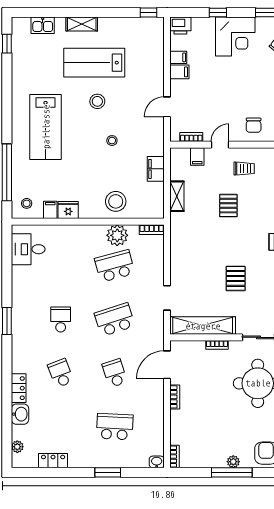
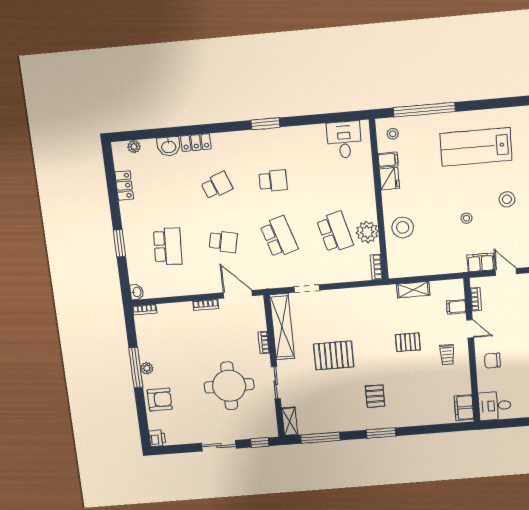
filing cabinet: (156, 169) -> (481, 262), moved
pallet: (236, 278) -> (334, 355), width x1.50, depth x1.42
school desk: (115, 373) -> (223, 242), turned 30

